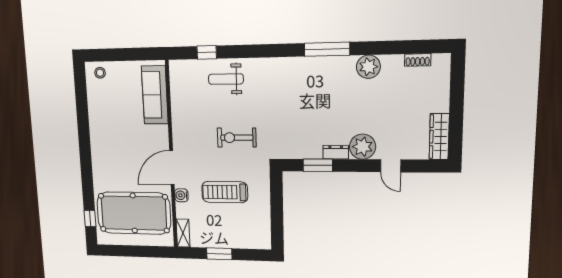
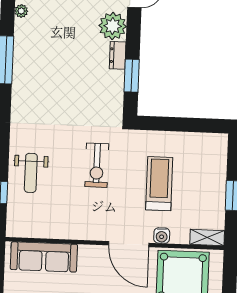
plant: (368, 67) -> (21, 11), width x0.53, depth x0.53
treadmill: (225, 192) -> (159, 184), turned 180

